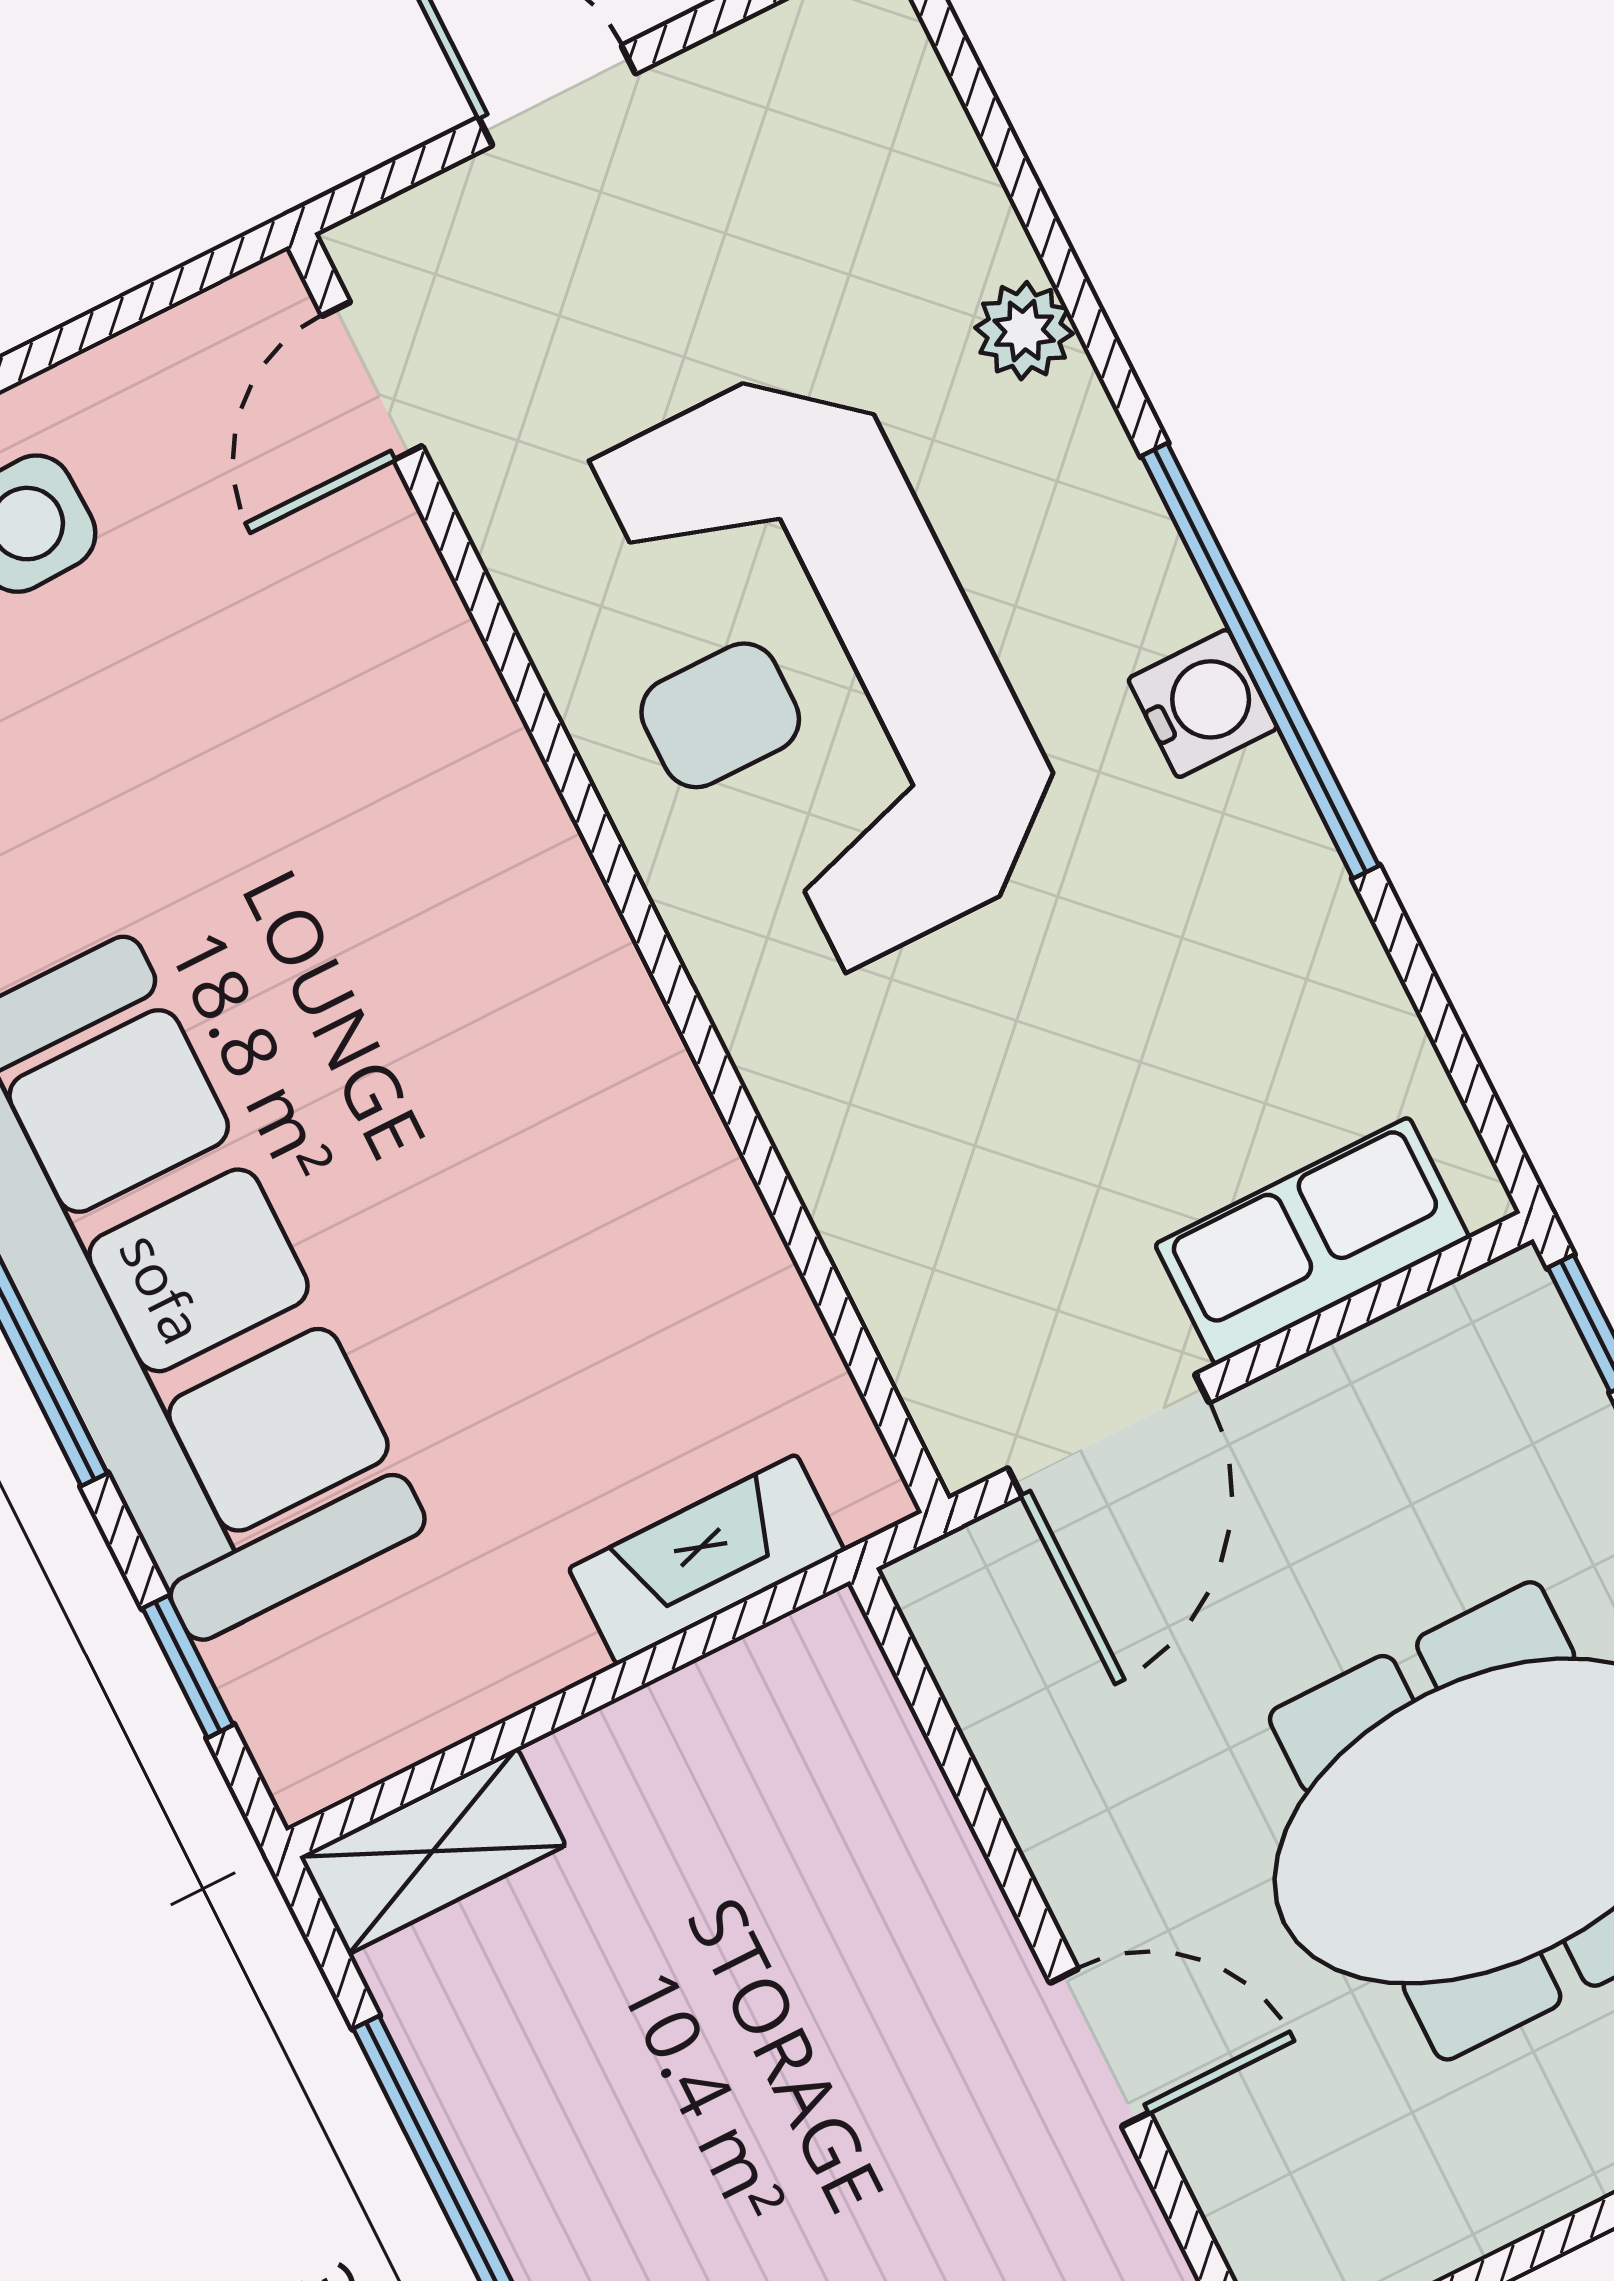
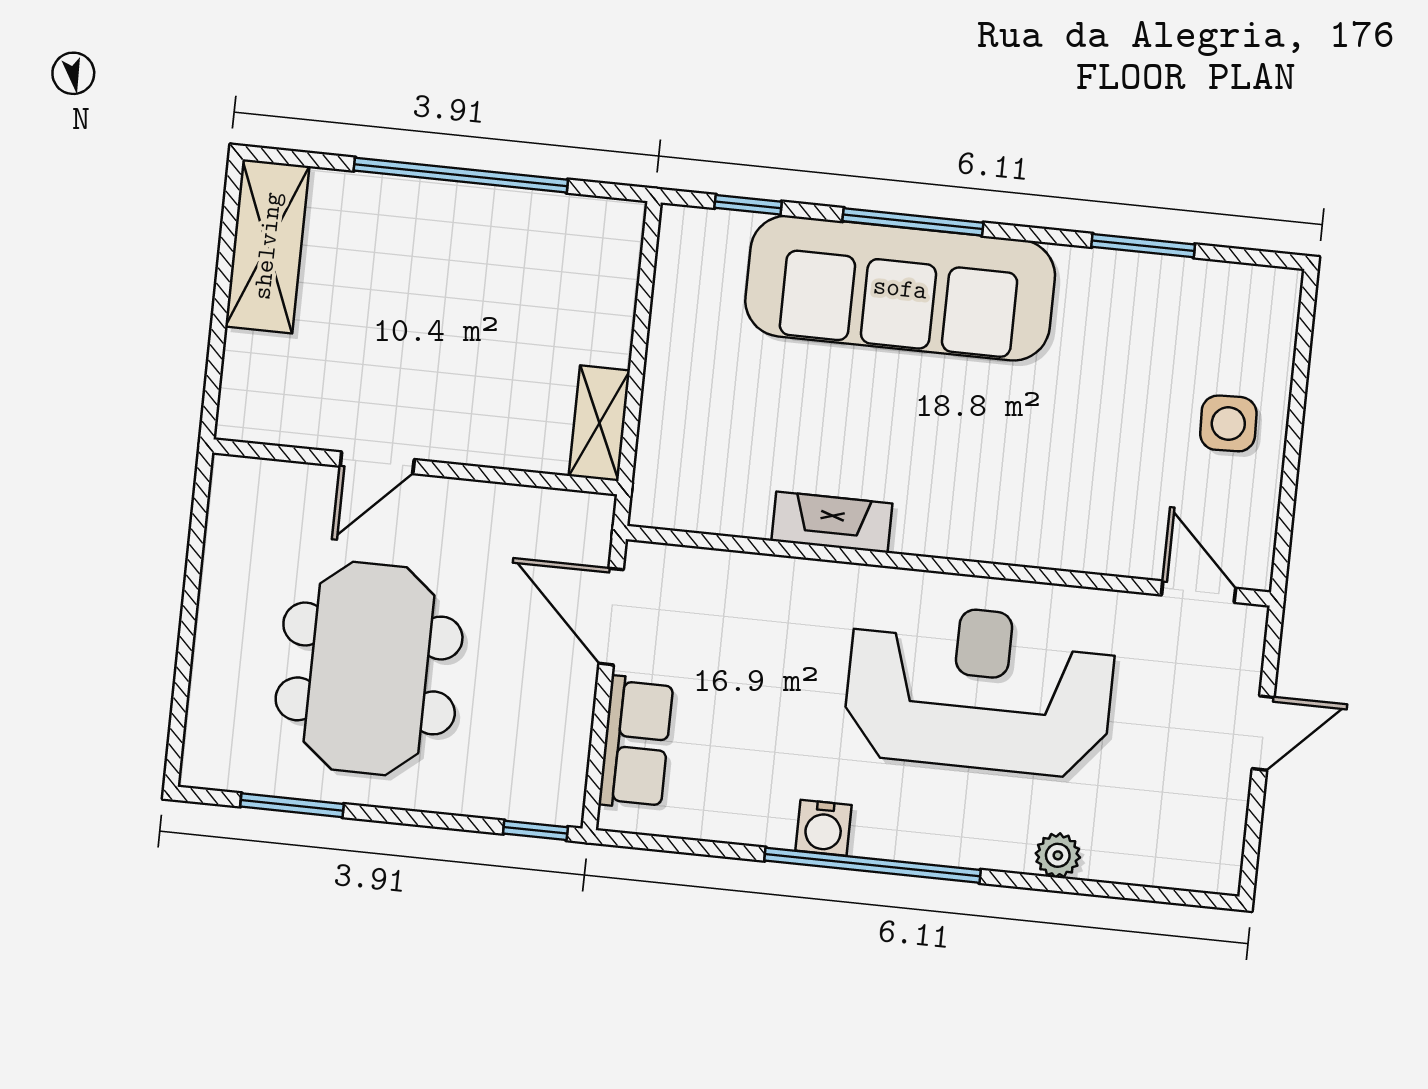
water cooler: (1203, 703) -> (824, 828), moved
fireplace: (707, 1560) -> (832, 522), moved, turned -90
shelving: (433, 1851) -> (599, 423), moved

